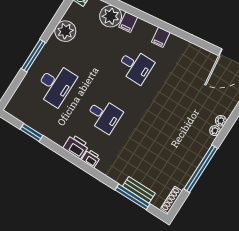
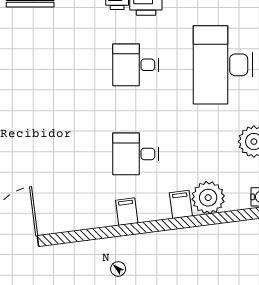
desk: (55, 85) -> (223, 65), width x1.36, depth x1.30

